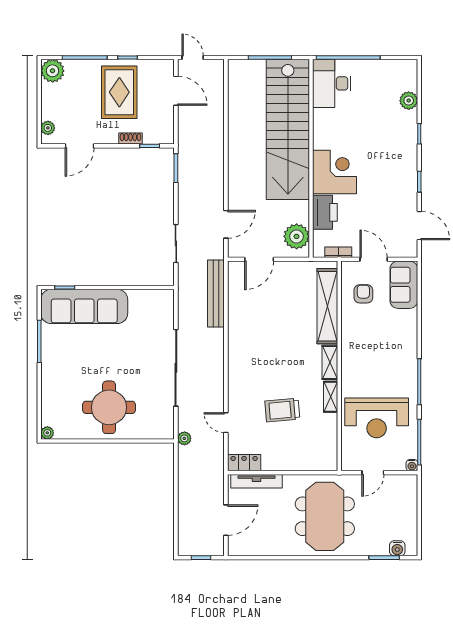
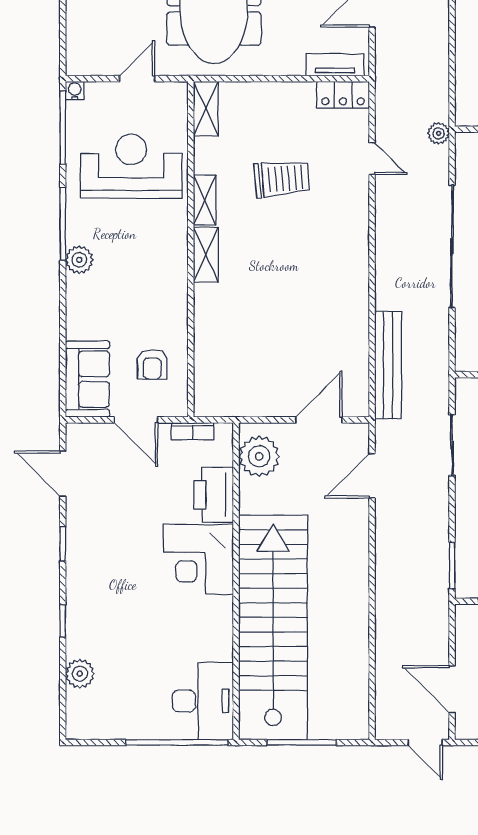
shelving: (327, 306) -> (206, 109), moved, width x0.45, depth x0.75
plant: (409, 359) -> (79, 260), added
tv unit: (257, 481) -> (335, 65), width x0.71

